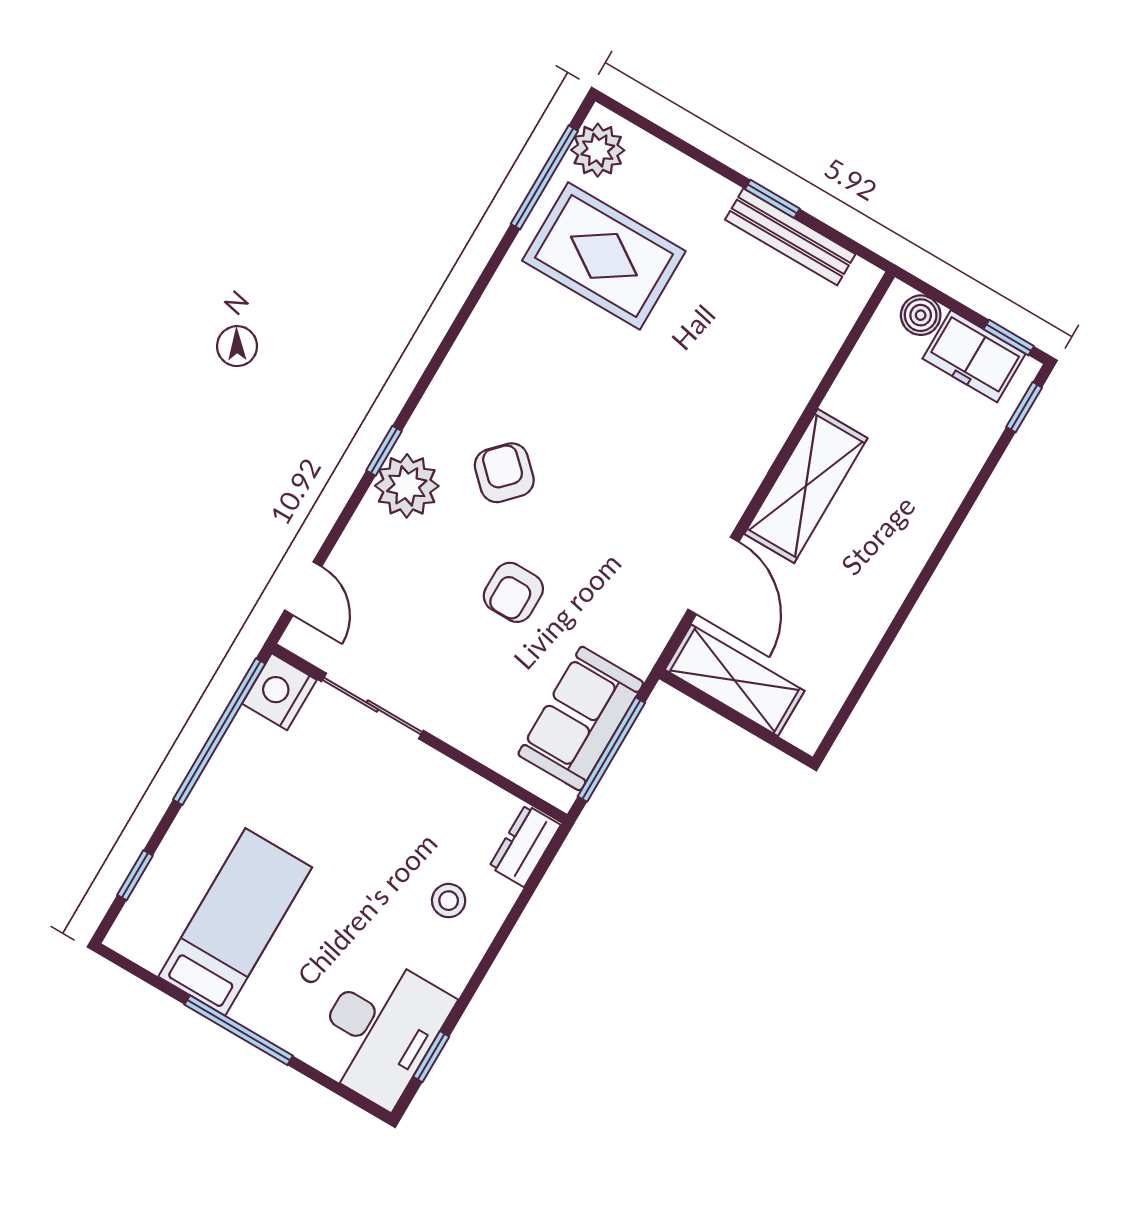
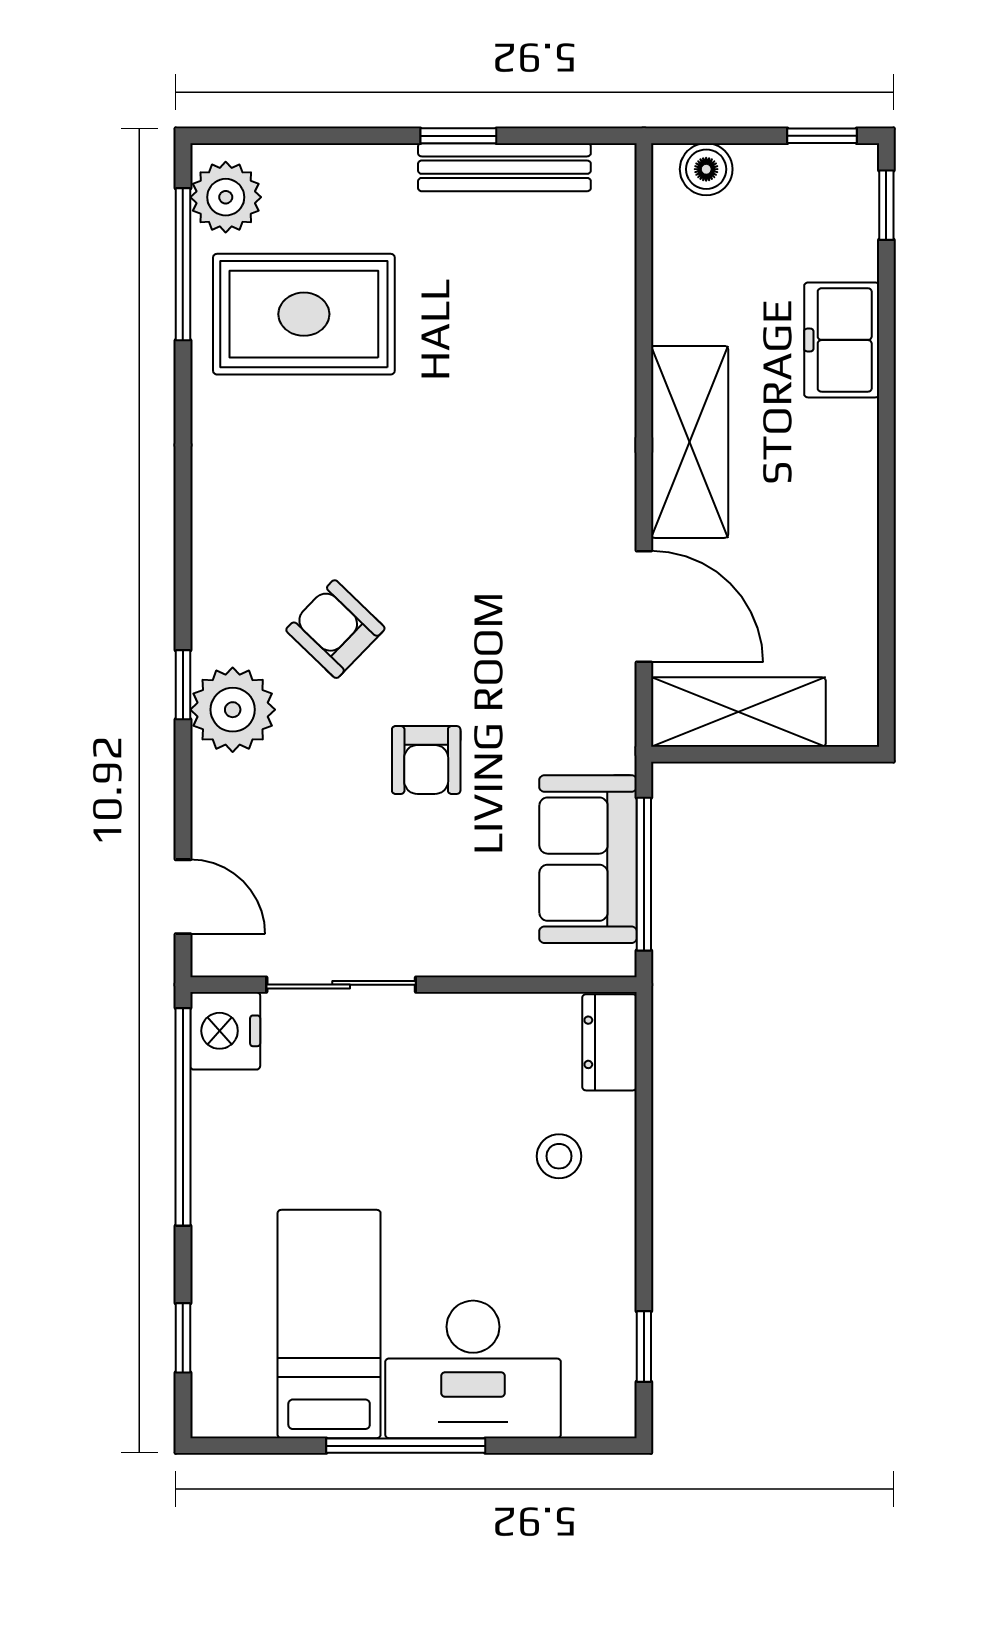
freezer: (974, 356) -> (842, 340), moved, turned 90
desk: (380, 1030) -> (473, 1369), moved, turned 90

